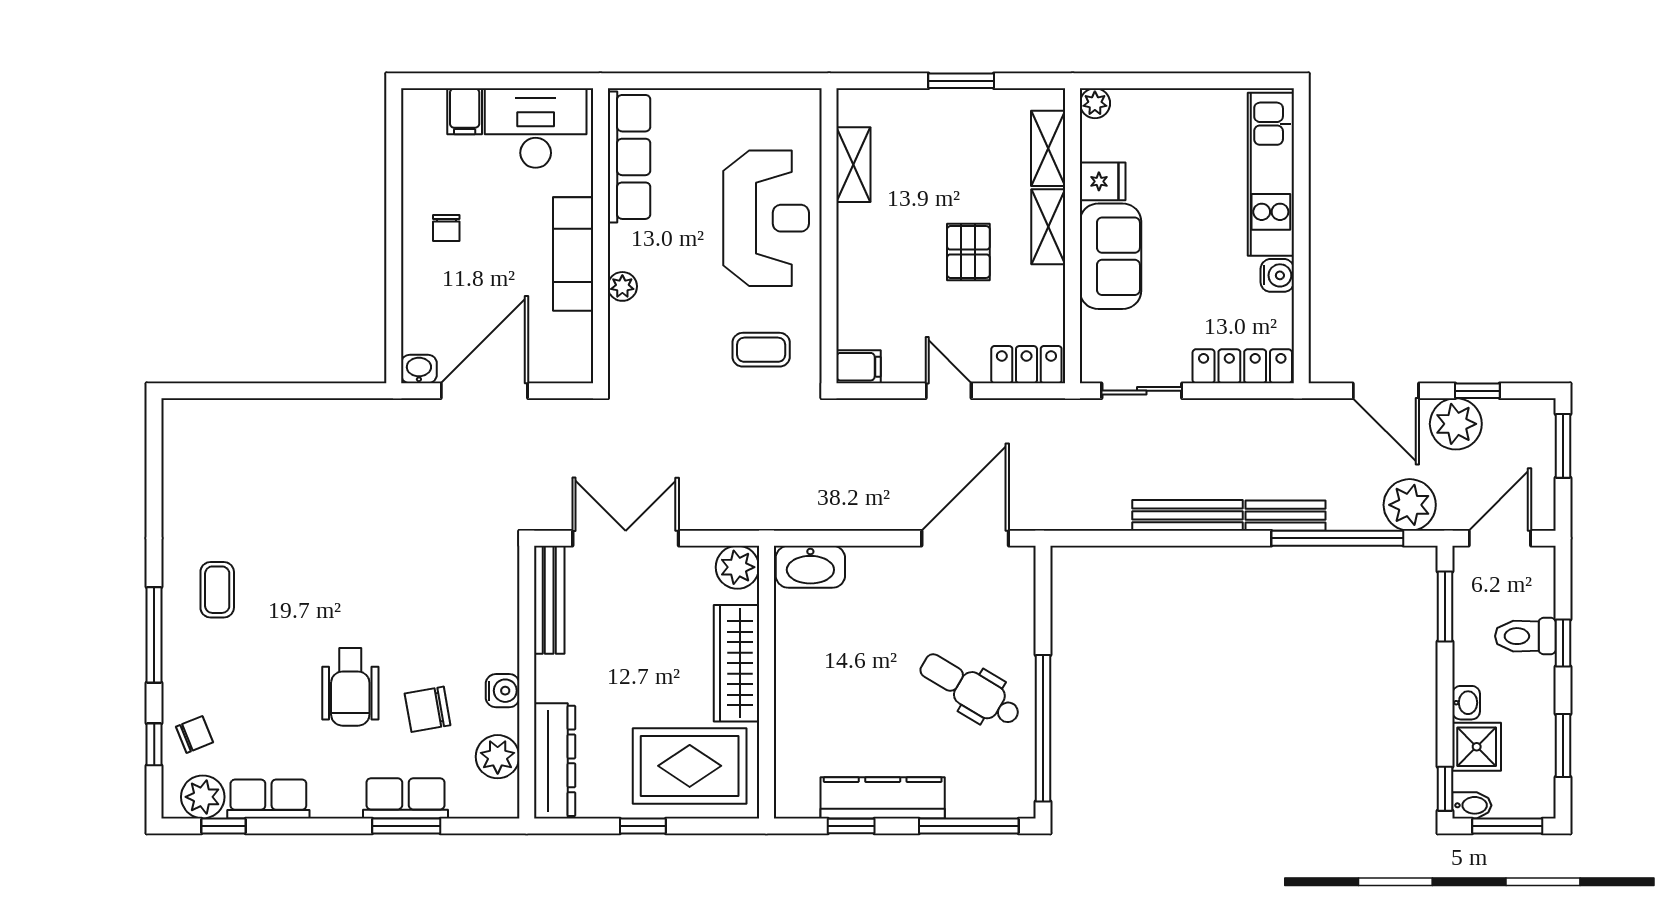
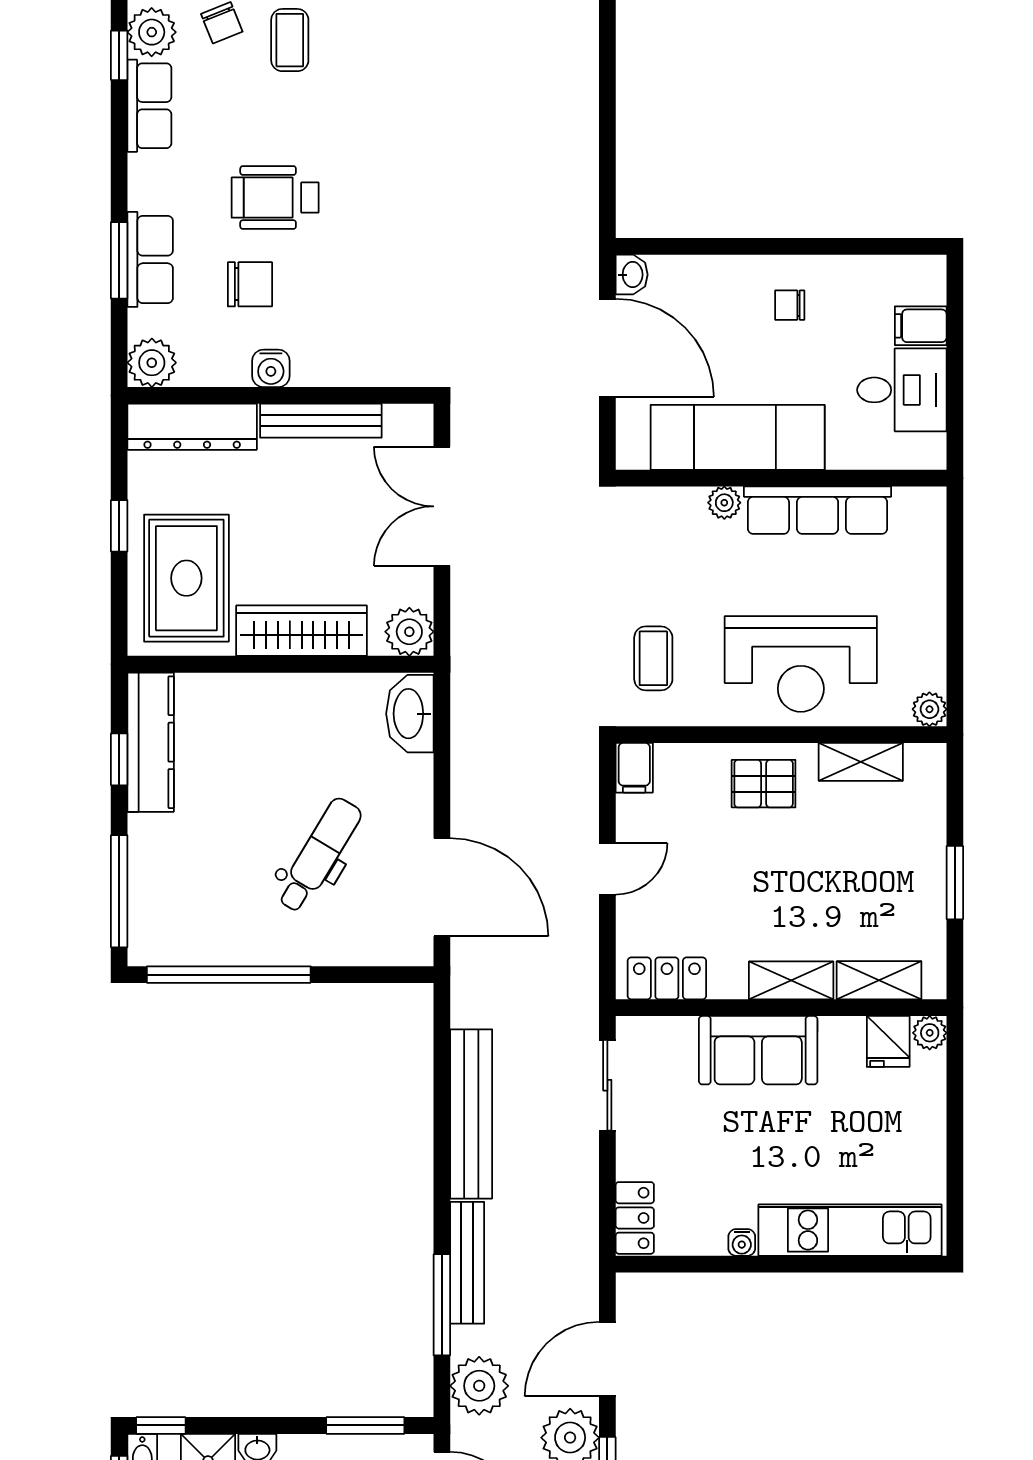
plant: (806, 103) -> (929, 709), added
desk: (536, 128) -> (902, 390), width x0.73
row of seats: (629, 157) -> (818, 510), moved
fridge: (1103, 181) -> (888, 1041), moved
pallet: (968, 252) -> (764, 784), moved
exam couch: (573, 254) -> (738, 437), width x1.36, depth x1.45
water cooler: (1277, 275) -> (742, 1242), width x0.72, depth x0.72
locker: (1026, 365) -> (667, 978), moved, turned -90
locker: (1242, 366) -> (635, 1218), width x0.66
bench: (1187, 515) -> (471, 1114), width x1.37, depth x1.21
bench: (1285, 516) -> (467, 1263), width x1.36
double door: (626, 538) -> (442, 506), swing flipped
window: (1337, 538) -> (442, 1305), width x0.68
coffee table: (217, 590) -> (290, 40), moved, turned 90
bench: (549, 600) -> (321, 421), moved
dental chair: (970, 690) -> (319, 855), moved
chair: (428, 709) -> (250, 284), turned 100
plant: (498, 757) -> (152, 363), moved
kitchen counter: (883, 798) -> (151, 742), moved

